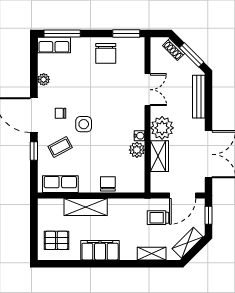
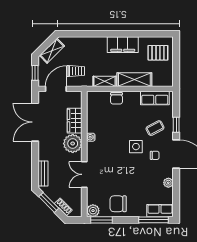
chair: (106, 53) -> (118, 204), turned -90
bench: (199, 97) -> (43, 173), width x0.73
plant: (137, 150) -> (93, 211), moved
shelving: (152, 254) -> (105, 81), moved

